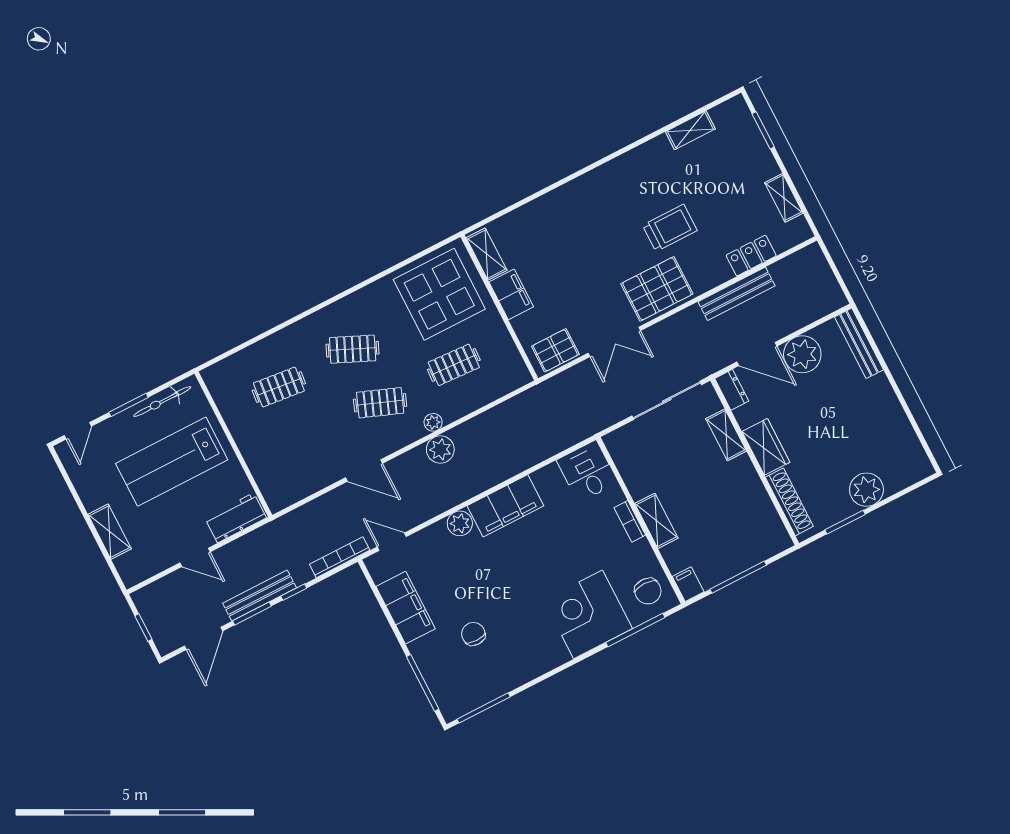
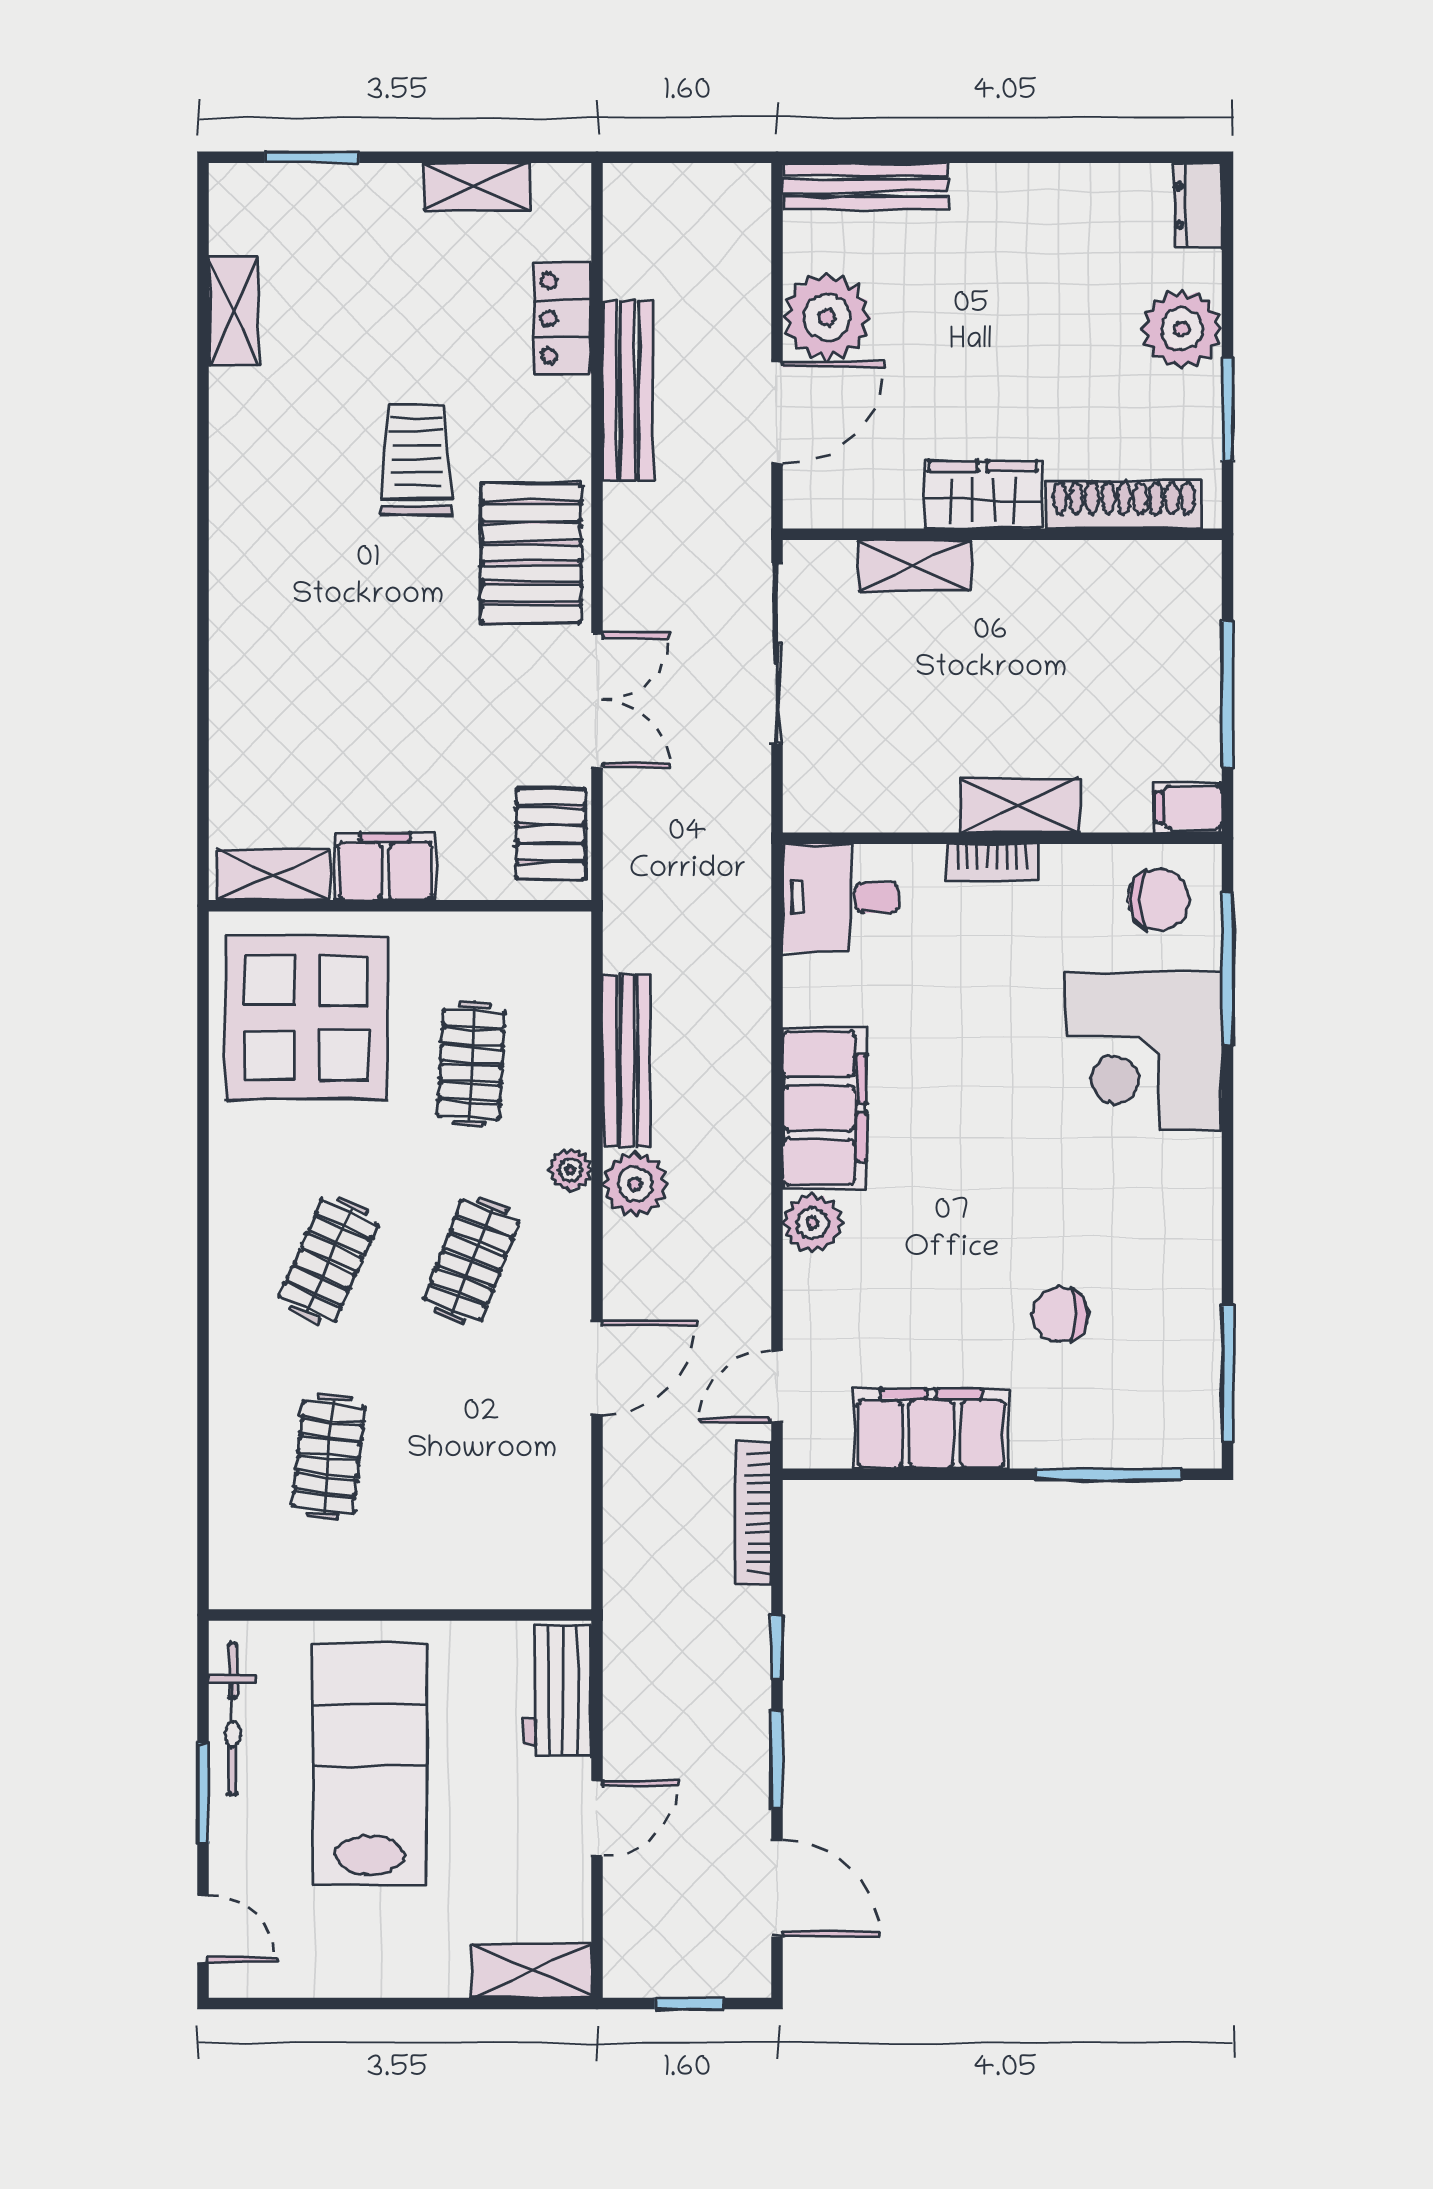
dresser: (732, 390) -> (1198, 205), moved, turned -90
lab bench: (172, 462) -> (370, 1764), turned 180
shelving: (110, 532) -> (531, 1971), moved
bench: (260, 596) -> (627, 1061), moved

